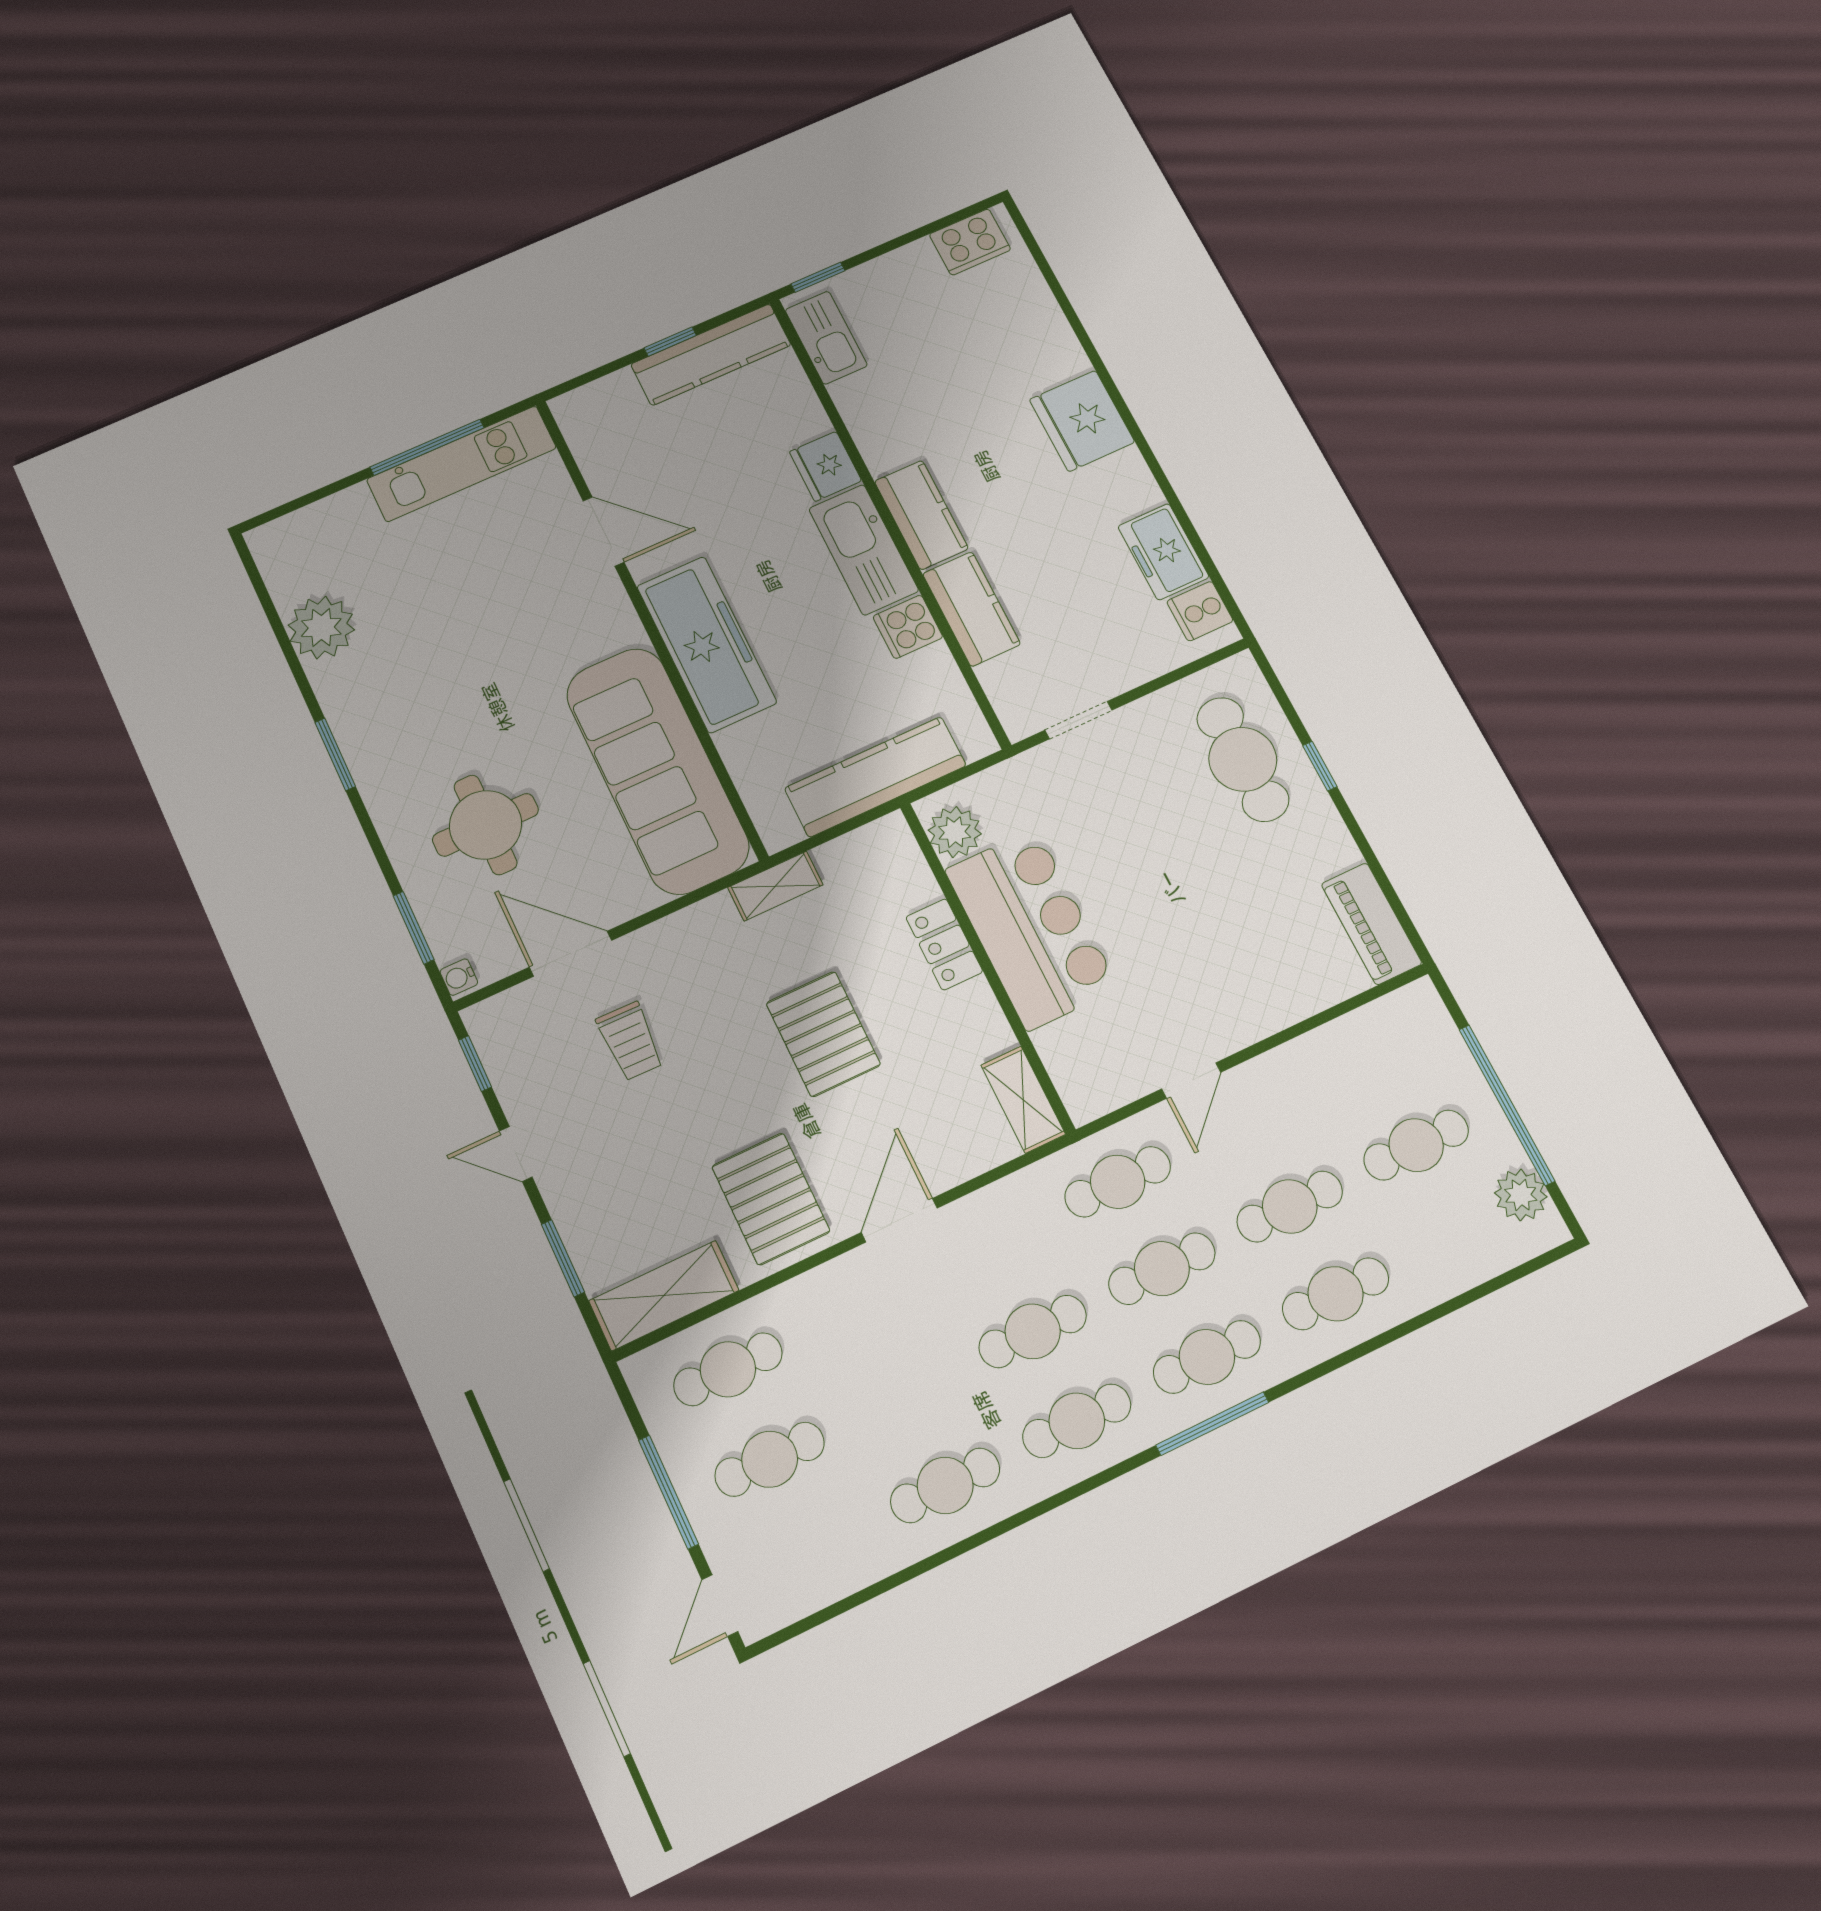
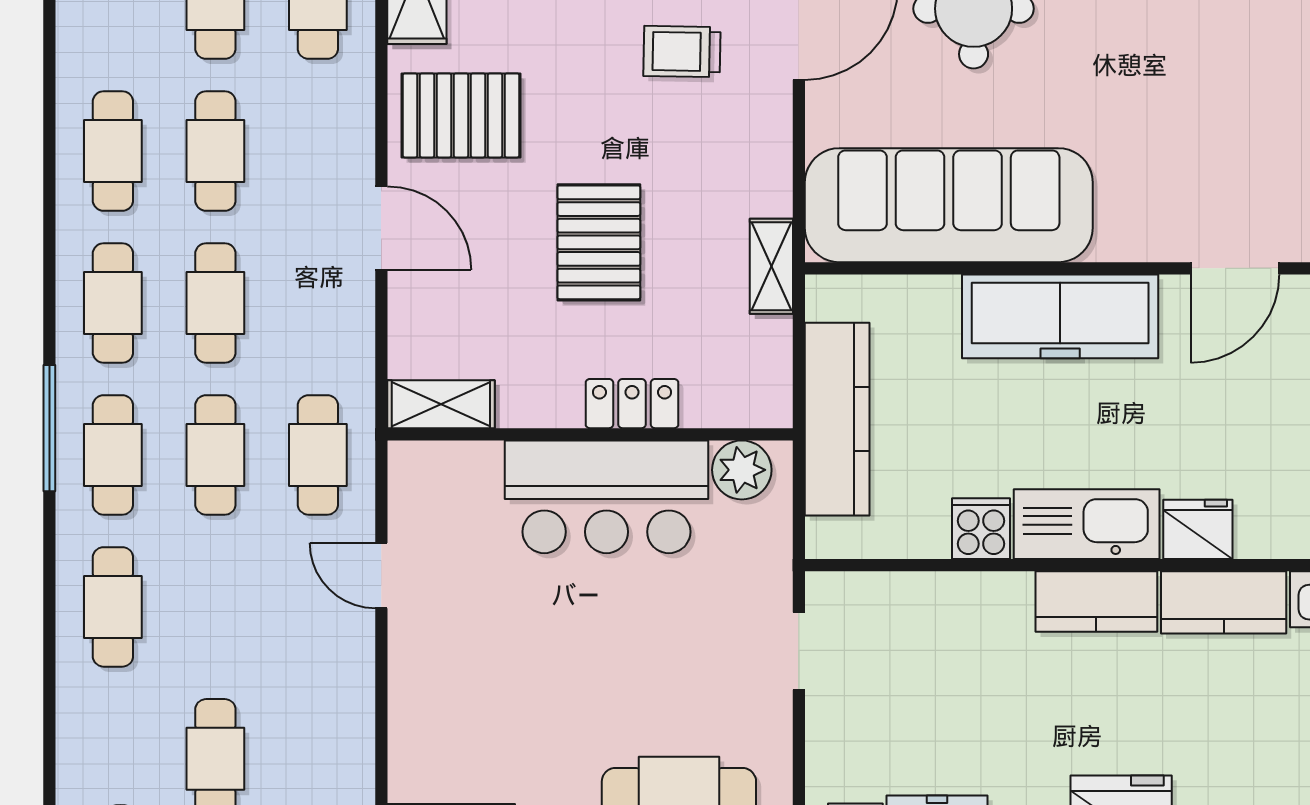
kitchen counter: (971, 609) -> (1224, 602), moved
pallet: (823, 1034) -> (599, 242), turned 90
cafe table: (1290, 1206) -> (215, 151), moved

